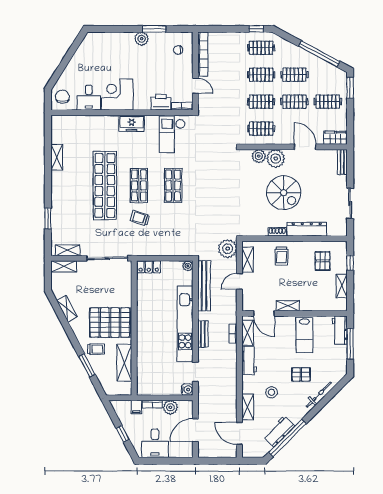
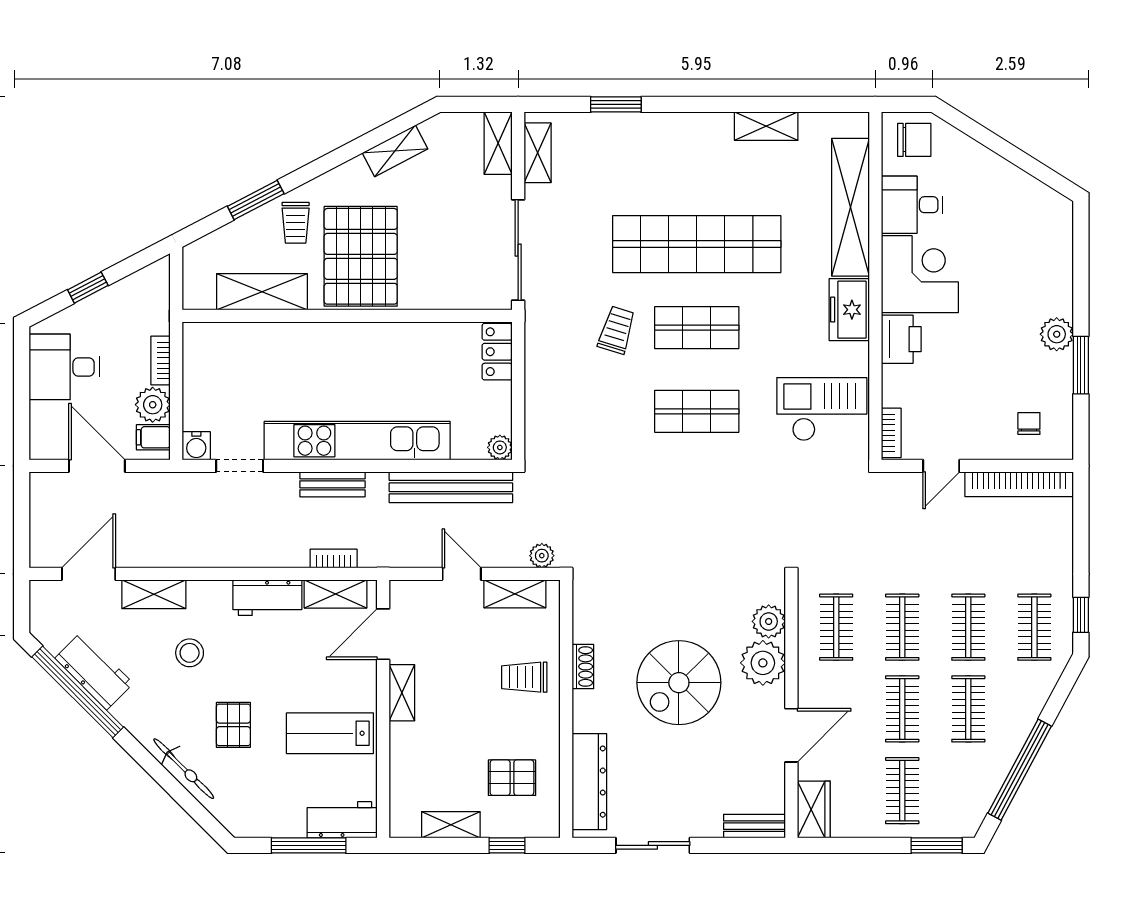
printer: (161, 102) -> (901, 339), moved
shelving: (90, 123) -> (850, 207), added
dresser: (307, 229) -> (589, 782), moved
plant: (228, 249) -> (542, 556), width x0.53, depth x0.53
filing cabinet: (136, 407) -> (153, 437), moved

